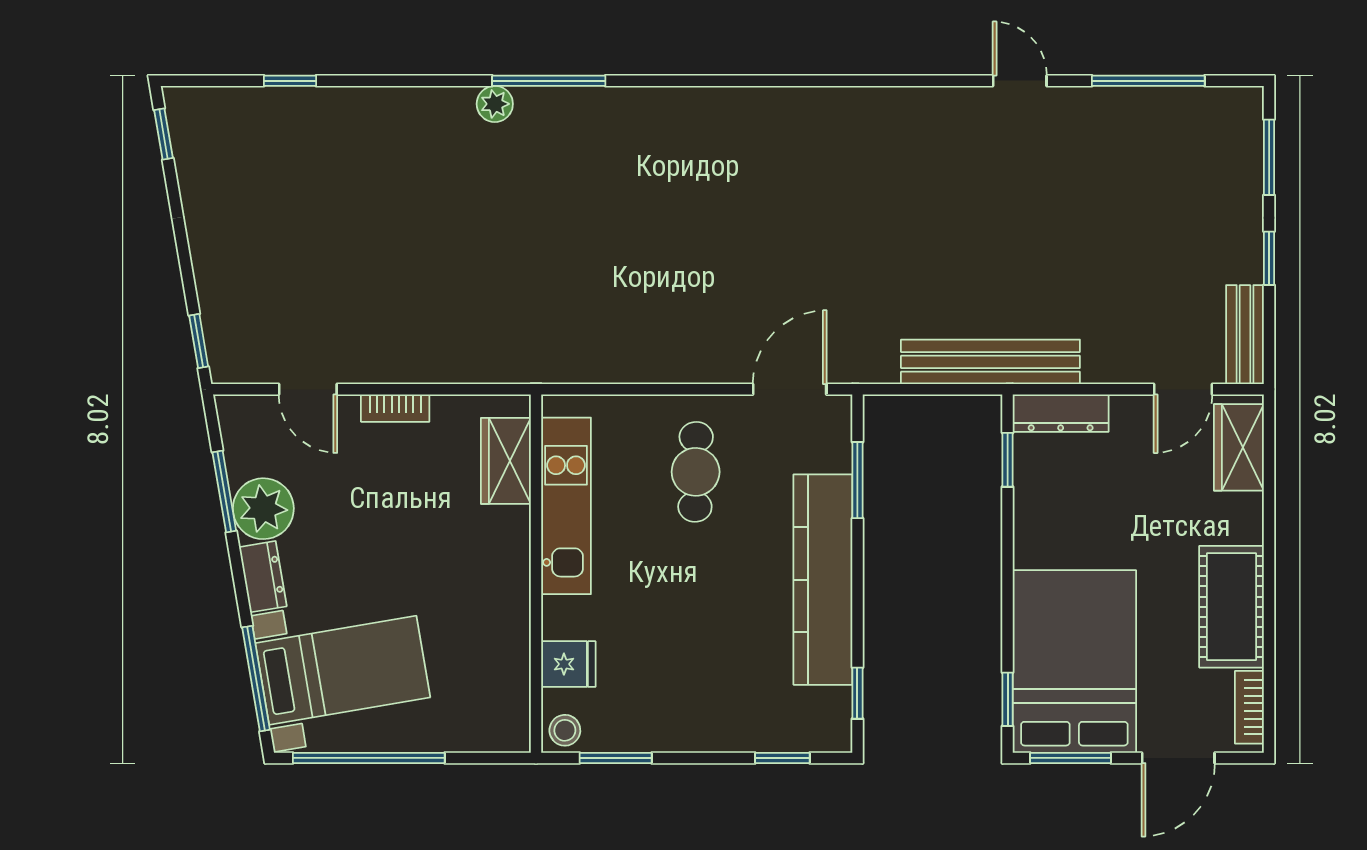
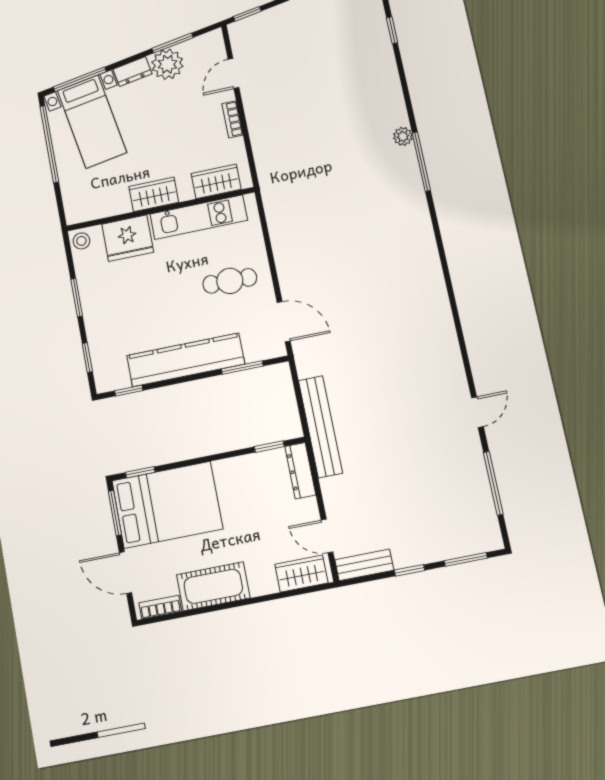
wardrobe: (506, 580) -> (154, 194), added
fridge: (568, 664) -> (128, 238), width x1.88, depth x1.34
window: (616, 758) -> (77, 298), moved

